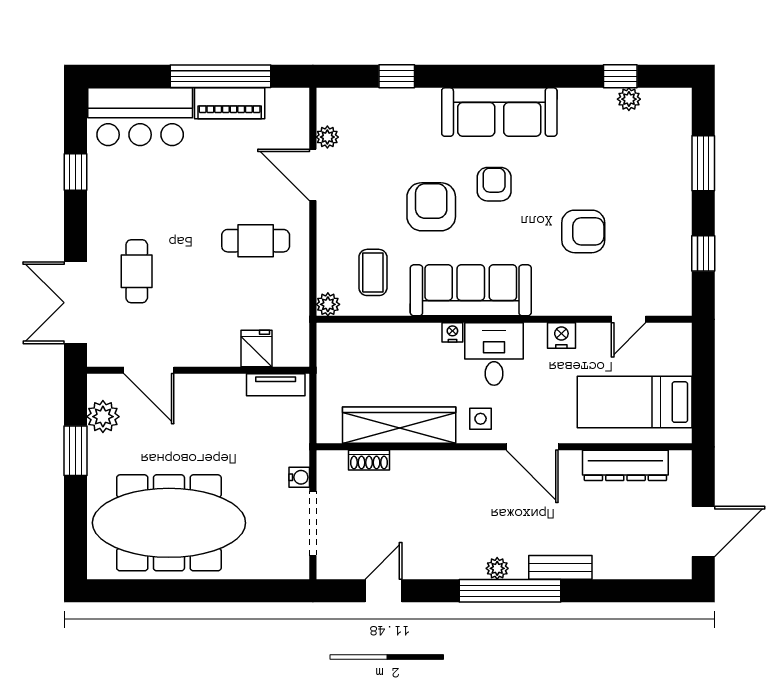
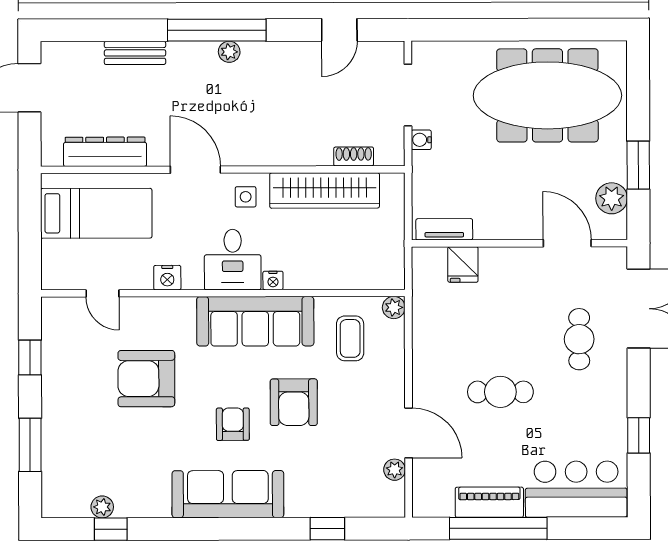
armchair: (494, 184) -> (233, 424), turned 180
armchair: (583, 231) -> (146, 379), width x1.36, depth x1.36
cafe table: (256, 241) -> (500, 392), moved
door: (628, 319) -> (102, 293), swing flipped
bench: (560, 567) -> (135, 53), moved

